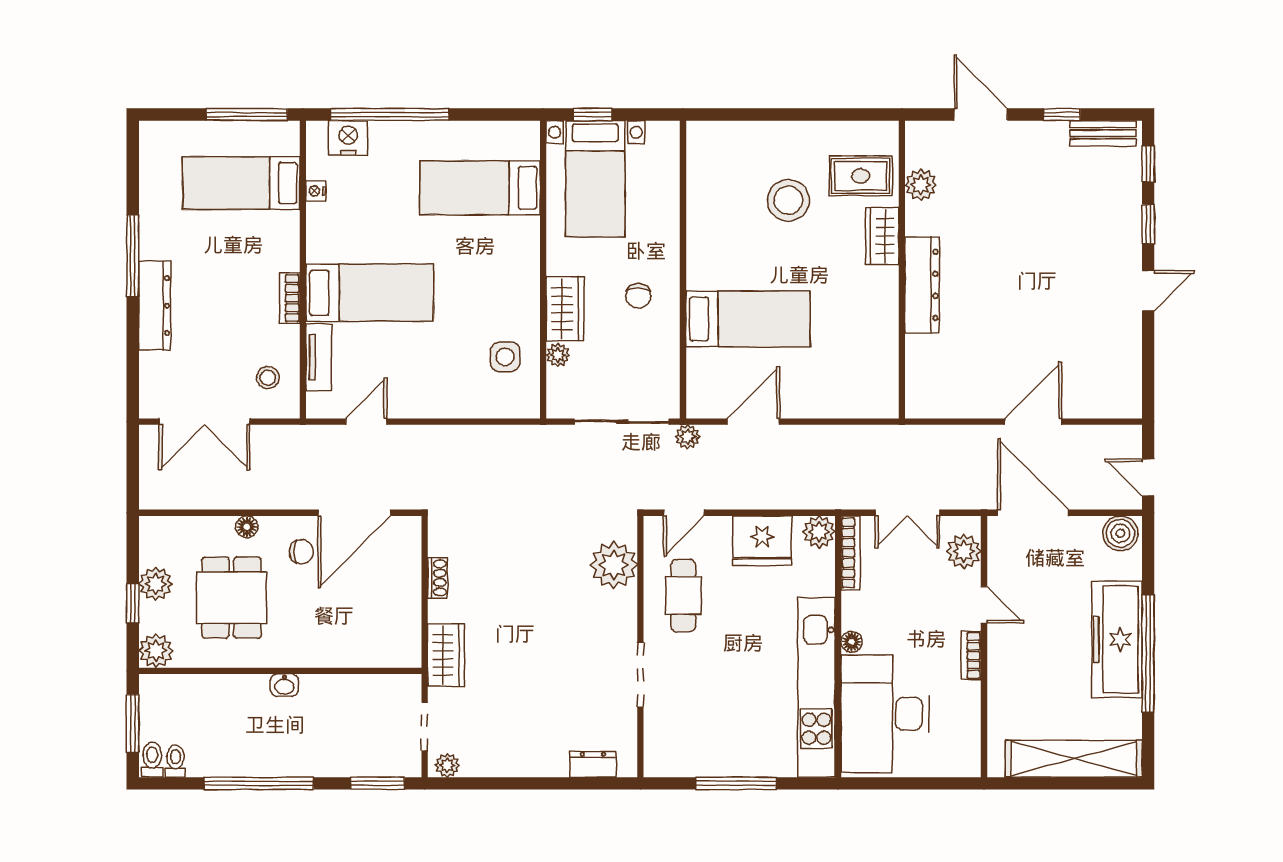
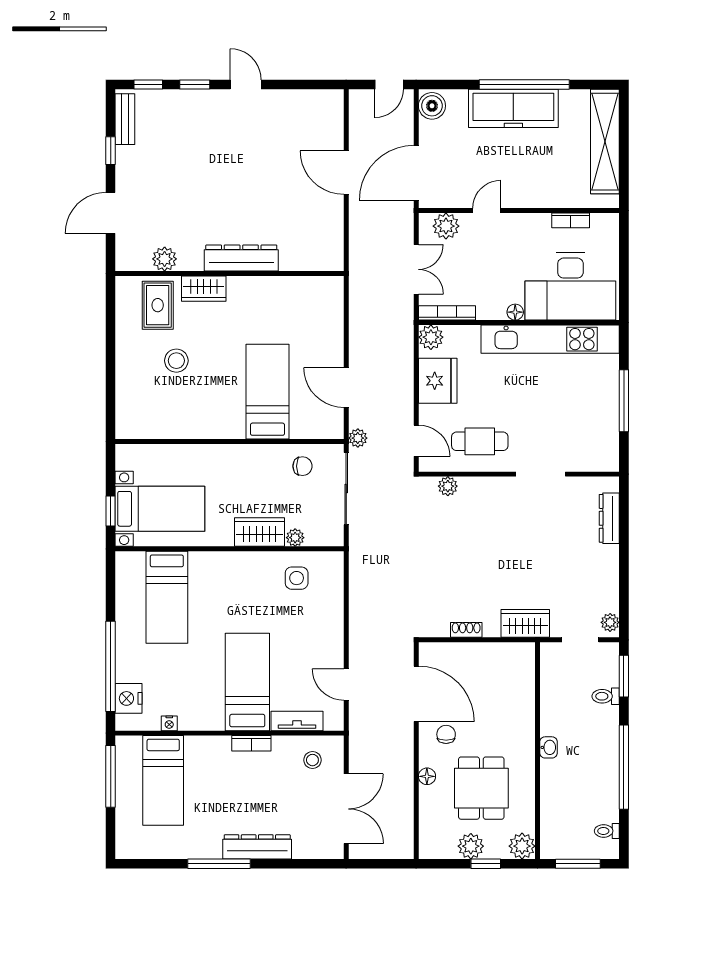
stool: (788, 200) -> (176, 361), width x0.73, depth x0.73
chair: (638, 296) -> (302, 466), moved
plant: (614, 565) -> (448, 486), width x0.53, depth x0.53
dining table: (231, 598) -> (481, 788), turned 90
bookcase: (971, 655) -> (571, 220), moved
toilet: (152, 760) -> (606, 696), moved
dresser: (593, 764) -> (609, 518), width x1.44

